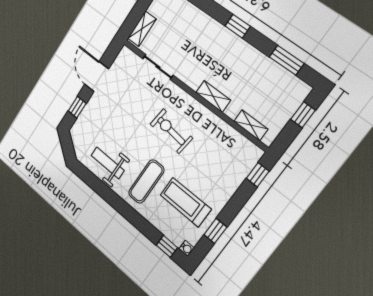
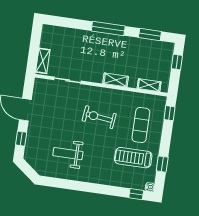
window: (238, 26) -> (108, 28), width x2.17
weight bench: (108, 163) -> (68, 154), moved
exercise mat: (146, 182) -> (141, 125), moved

